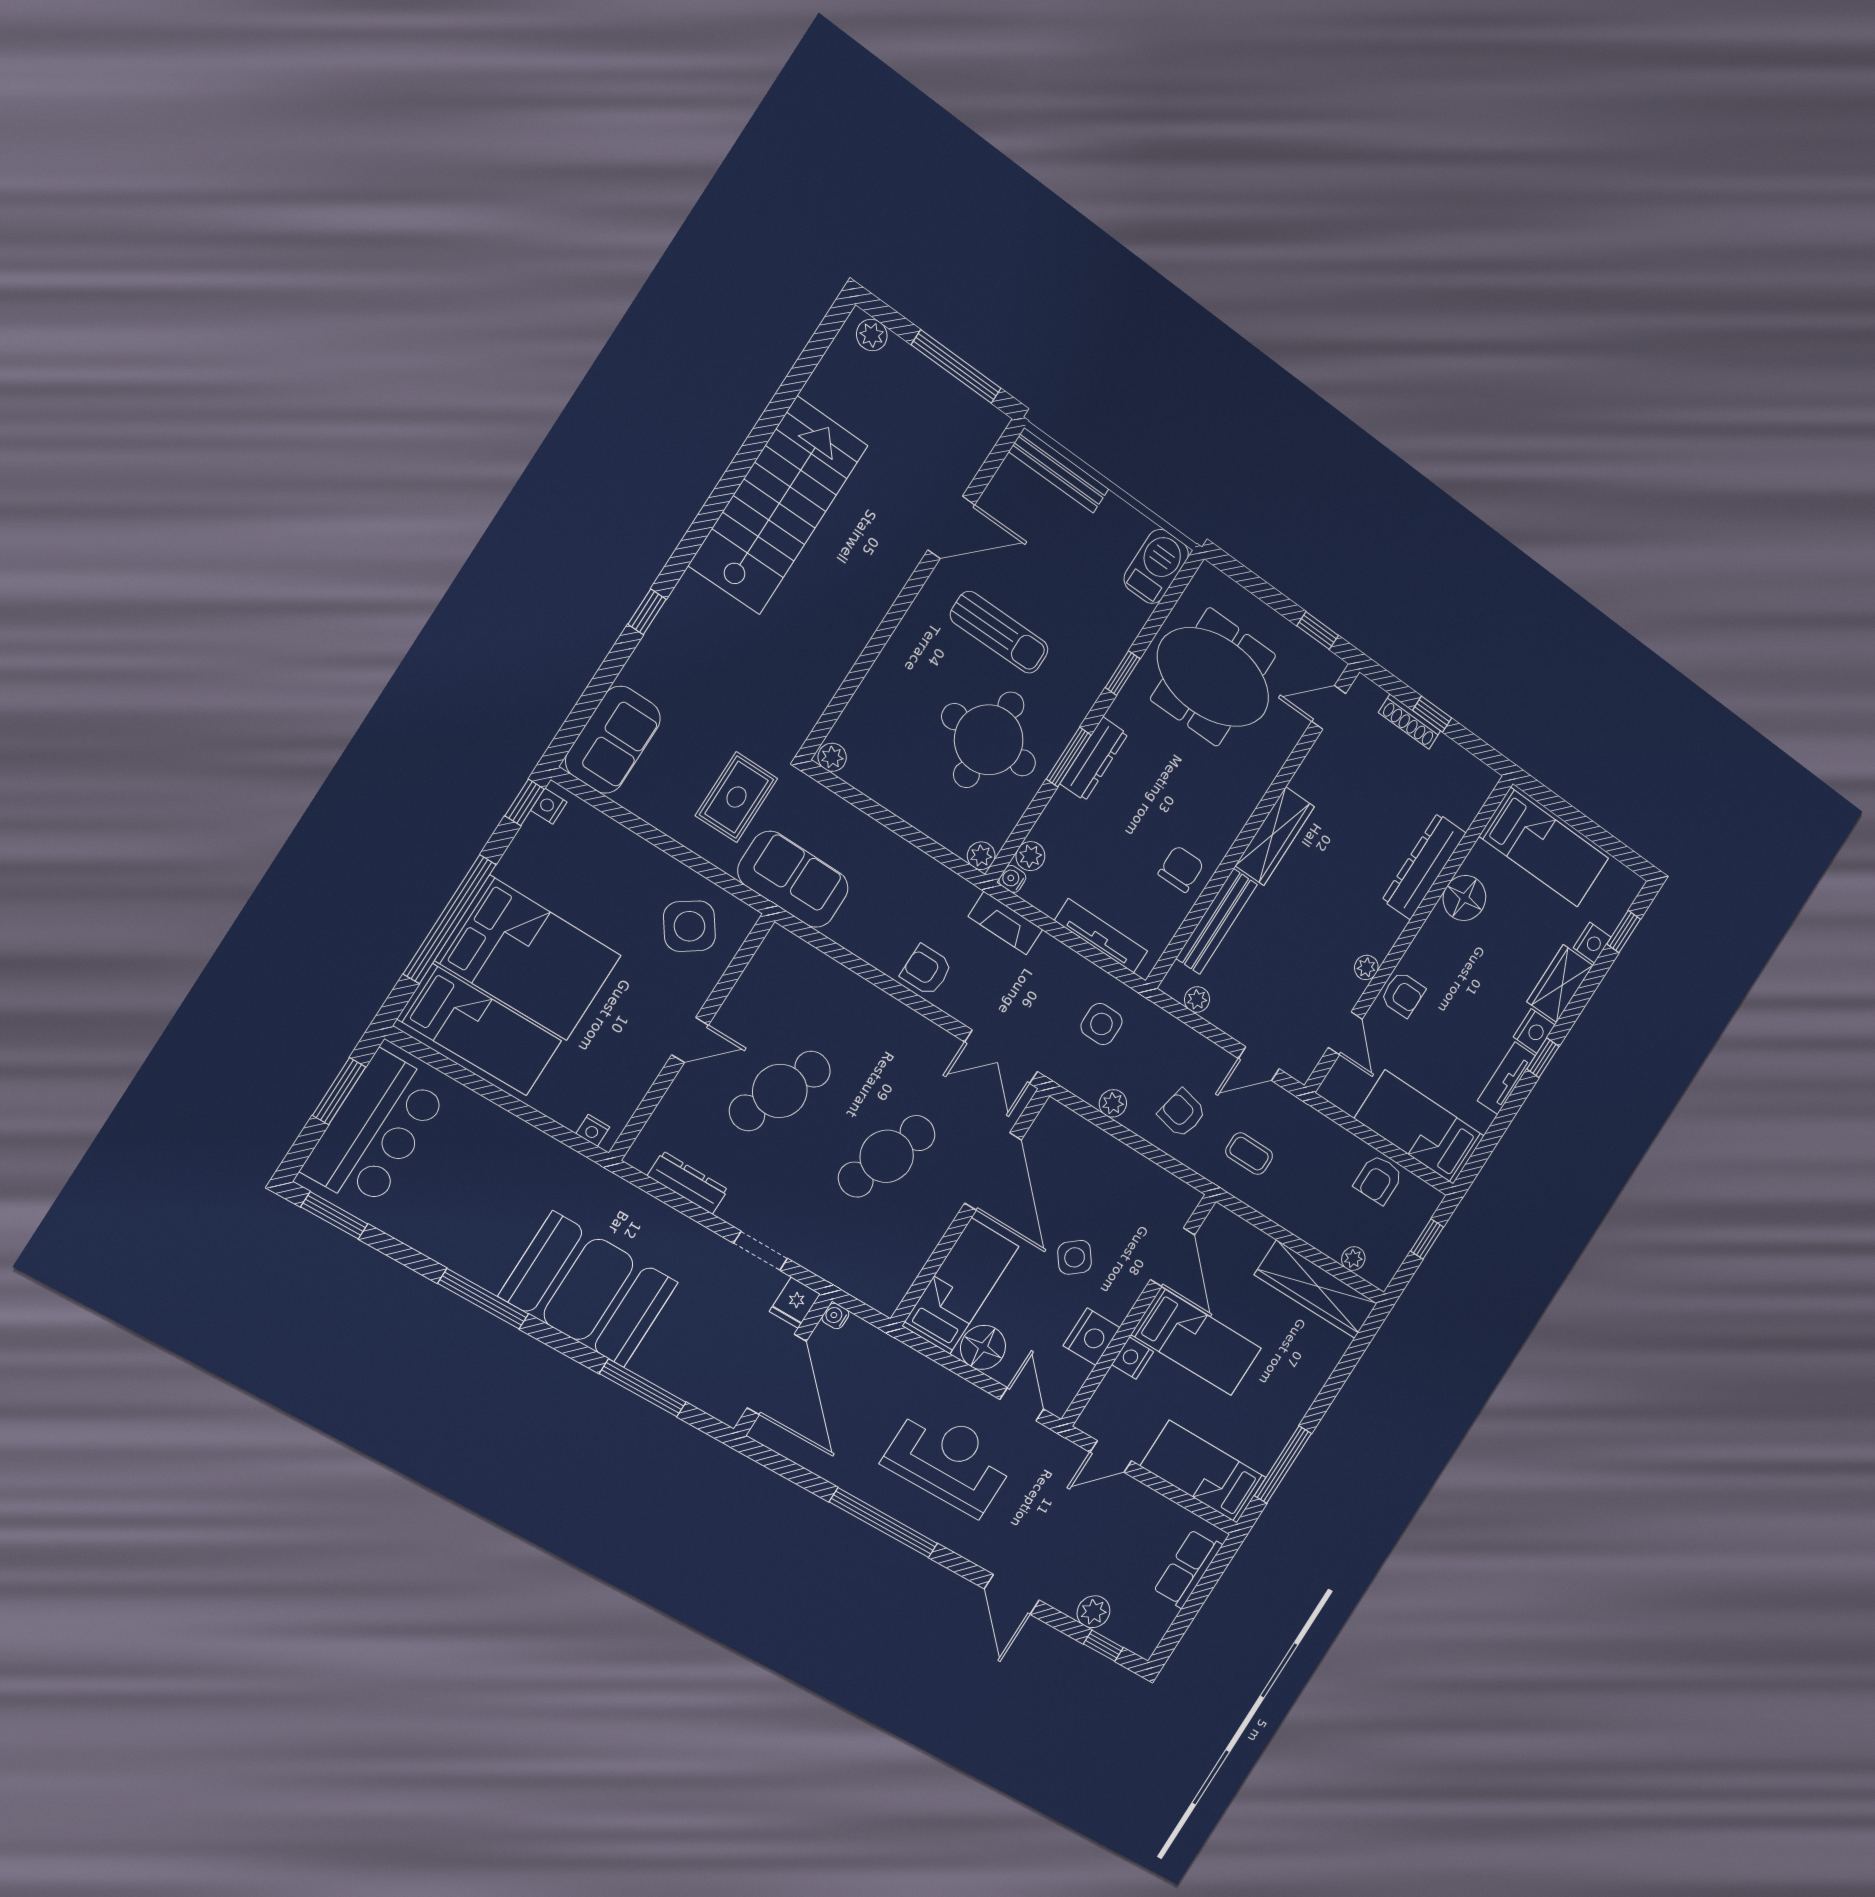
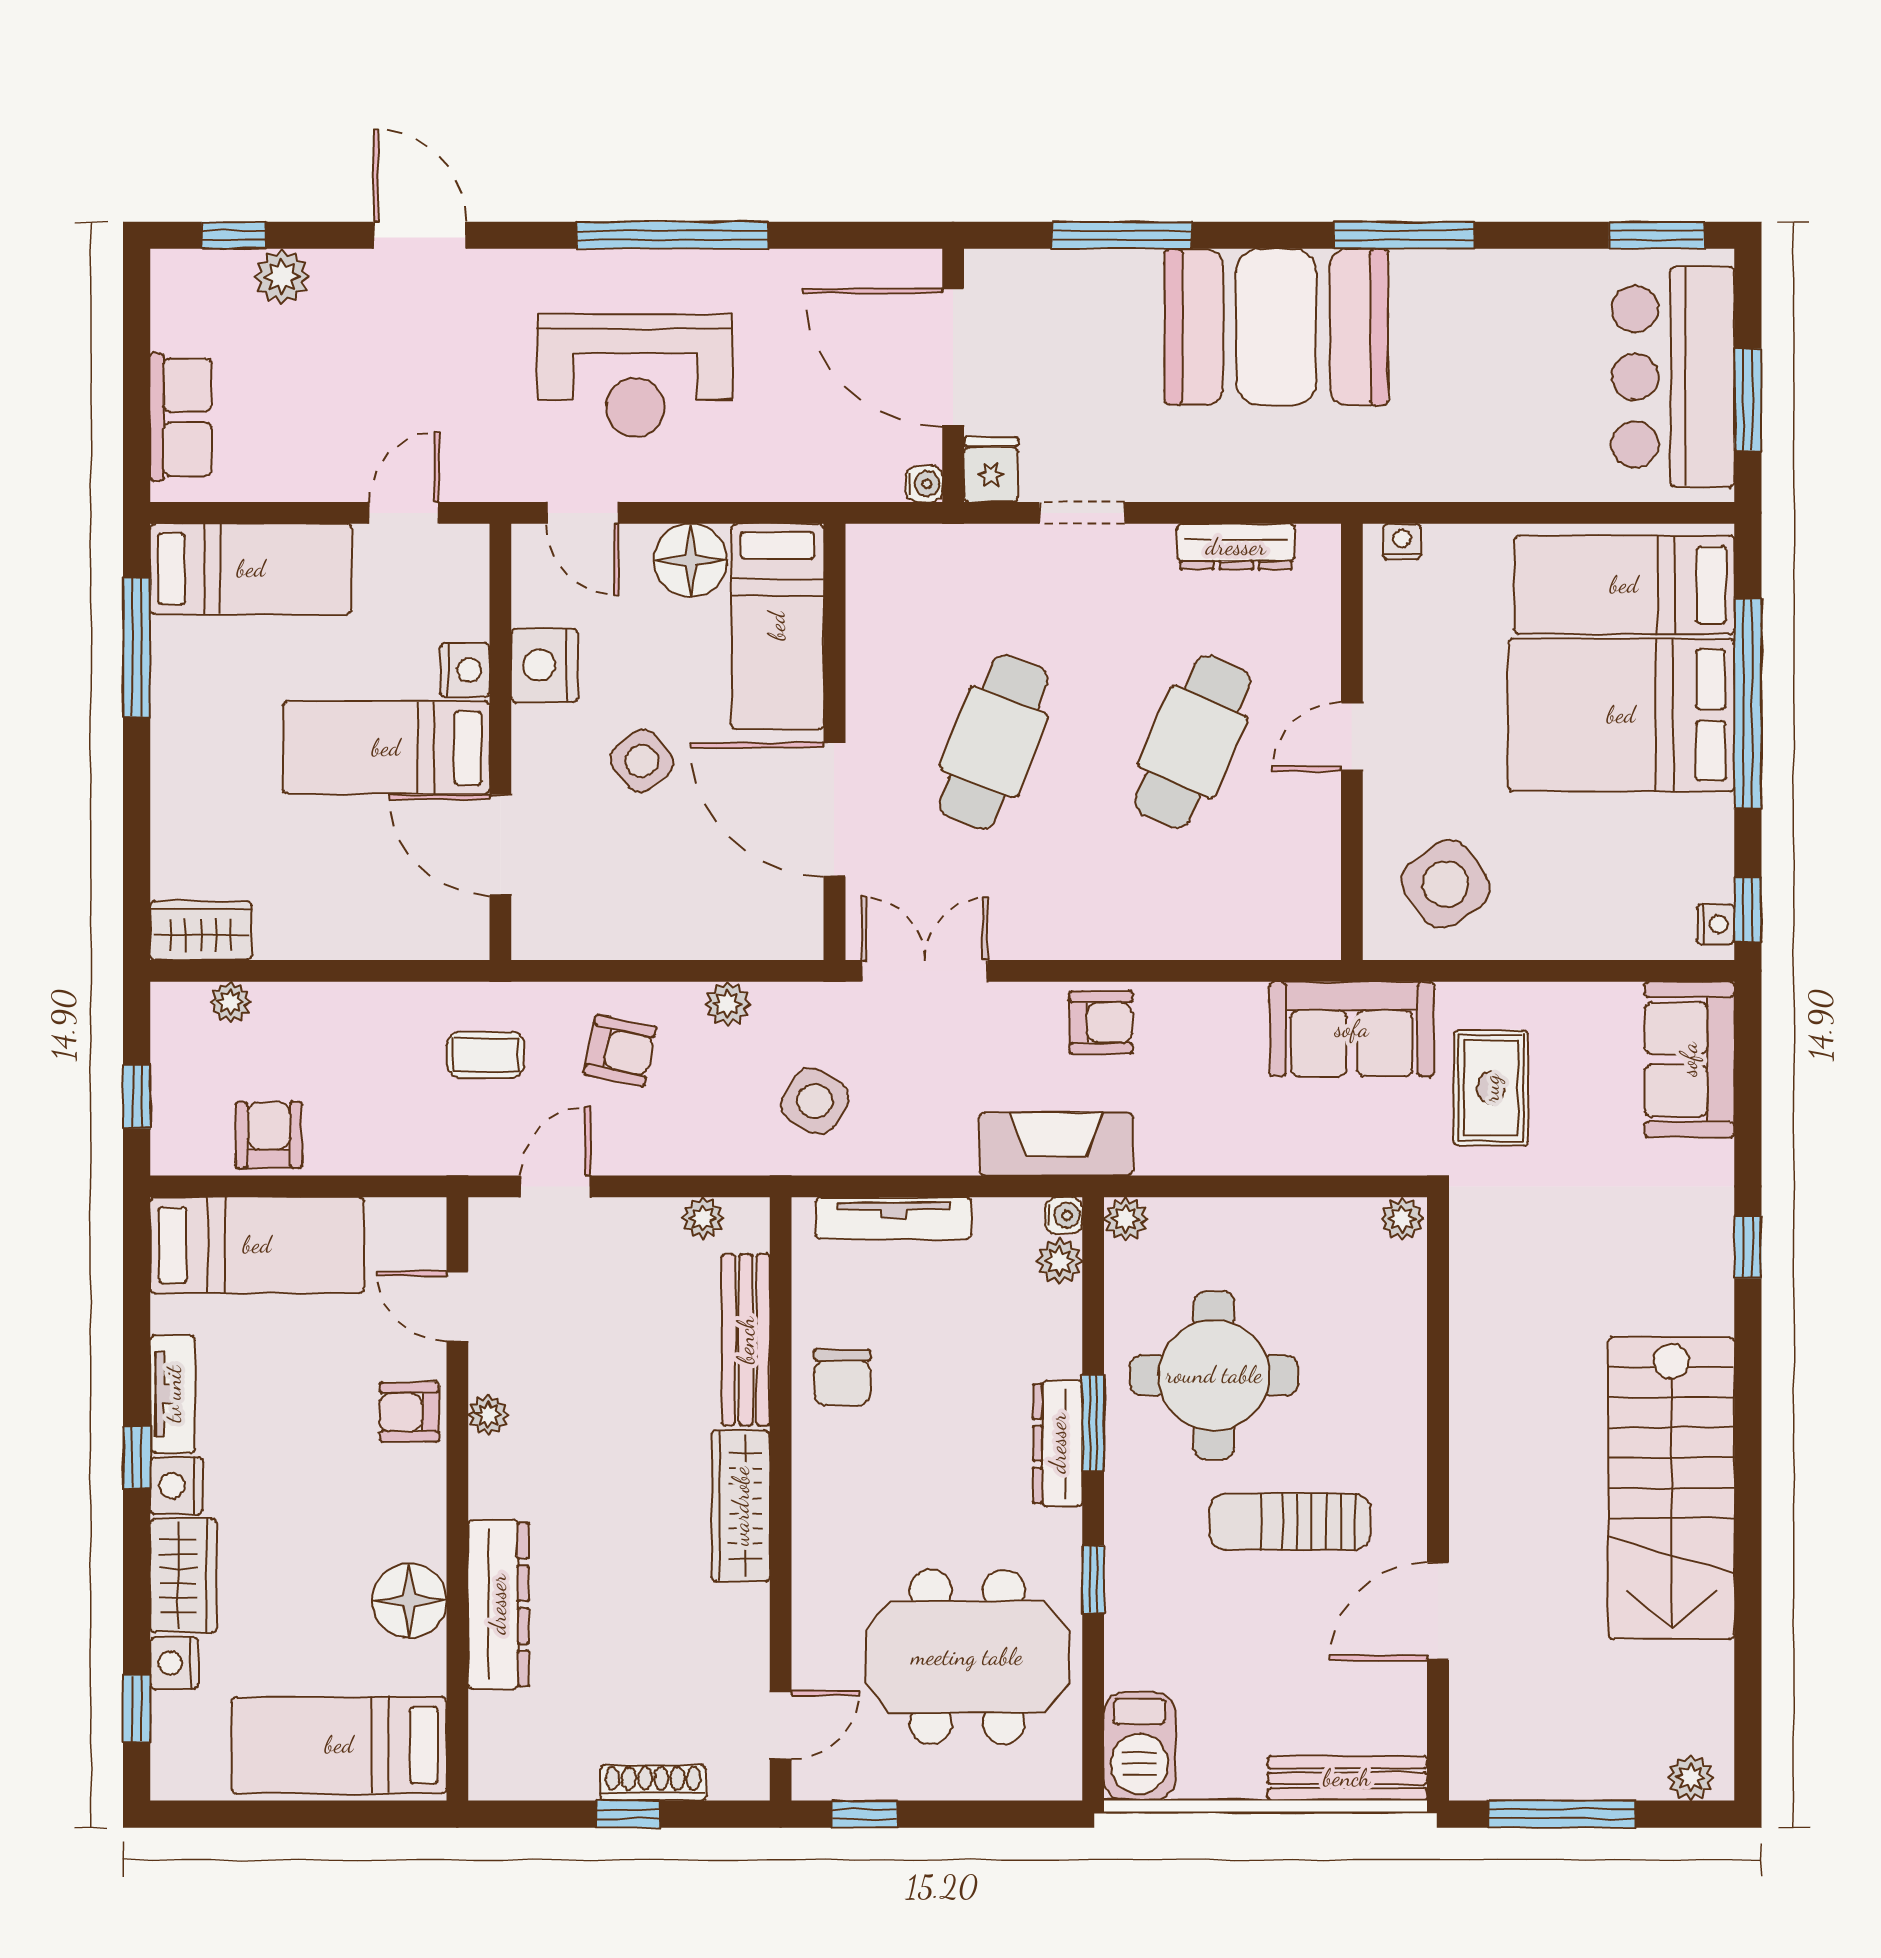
fireplace: (1005, 923) -> (1056, 1144), width x1.37, depth x1.32
side table: (1102, 1024) -> (815, 1101), turned 31
wardrobe: (1316, 1289) -> (201, 931), width x0.48, depth x0.85

